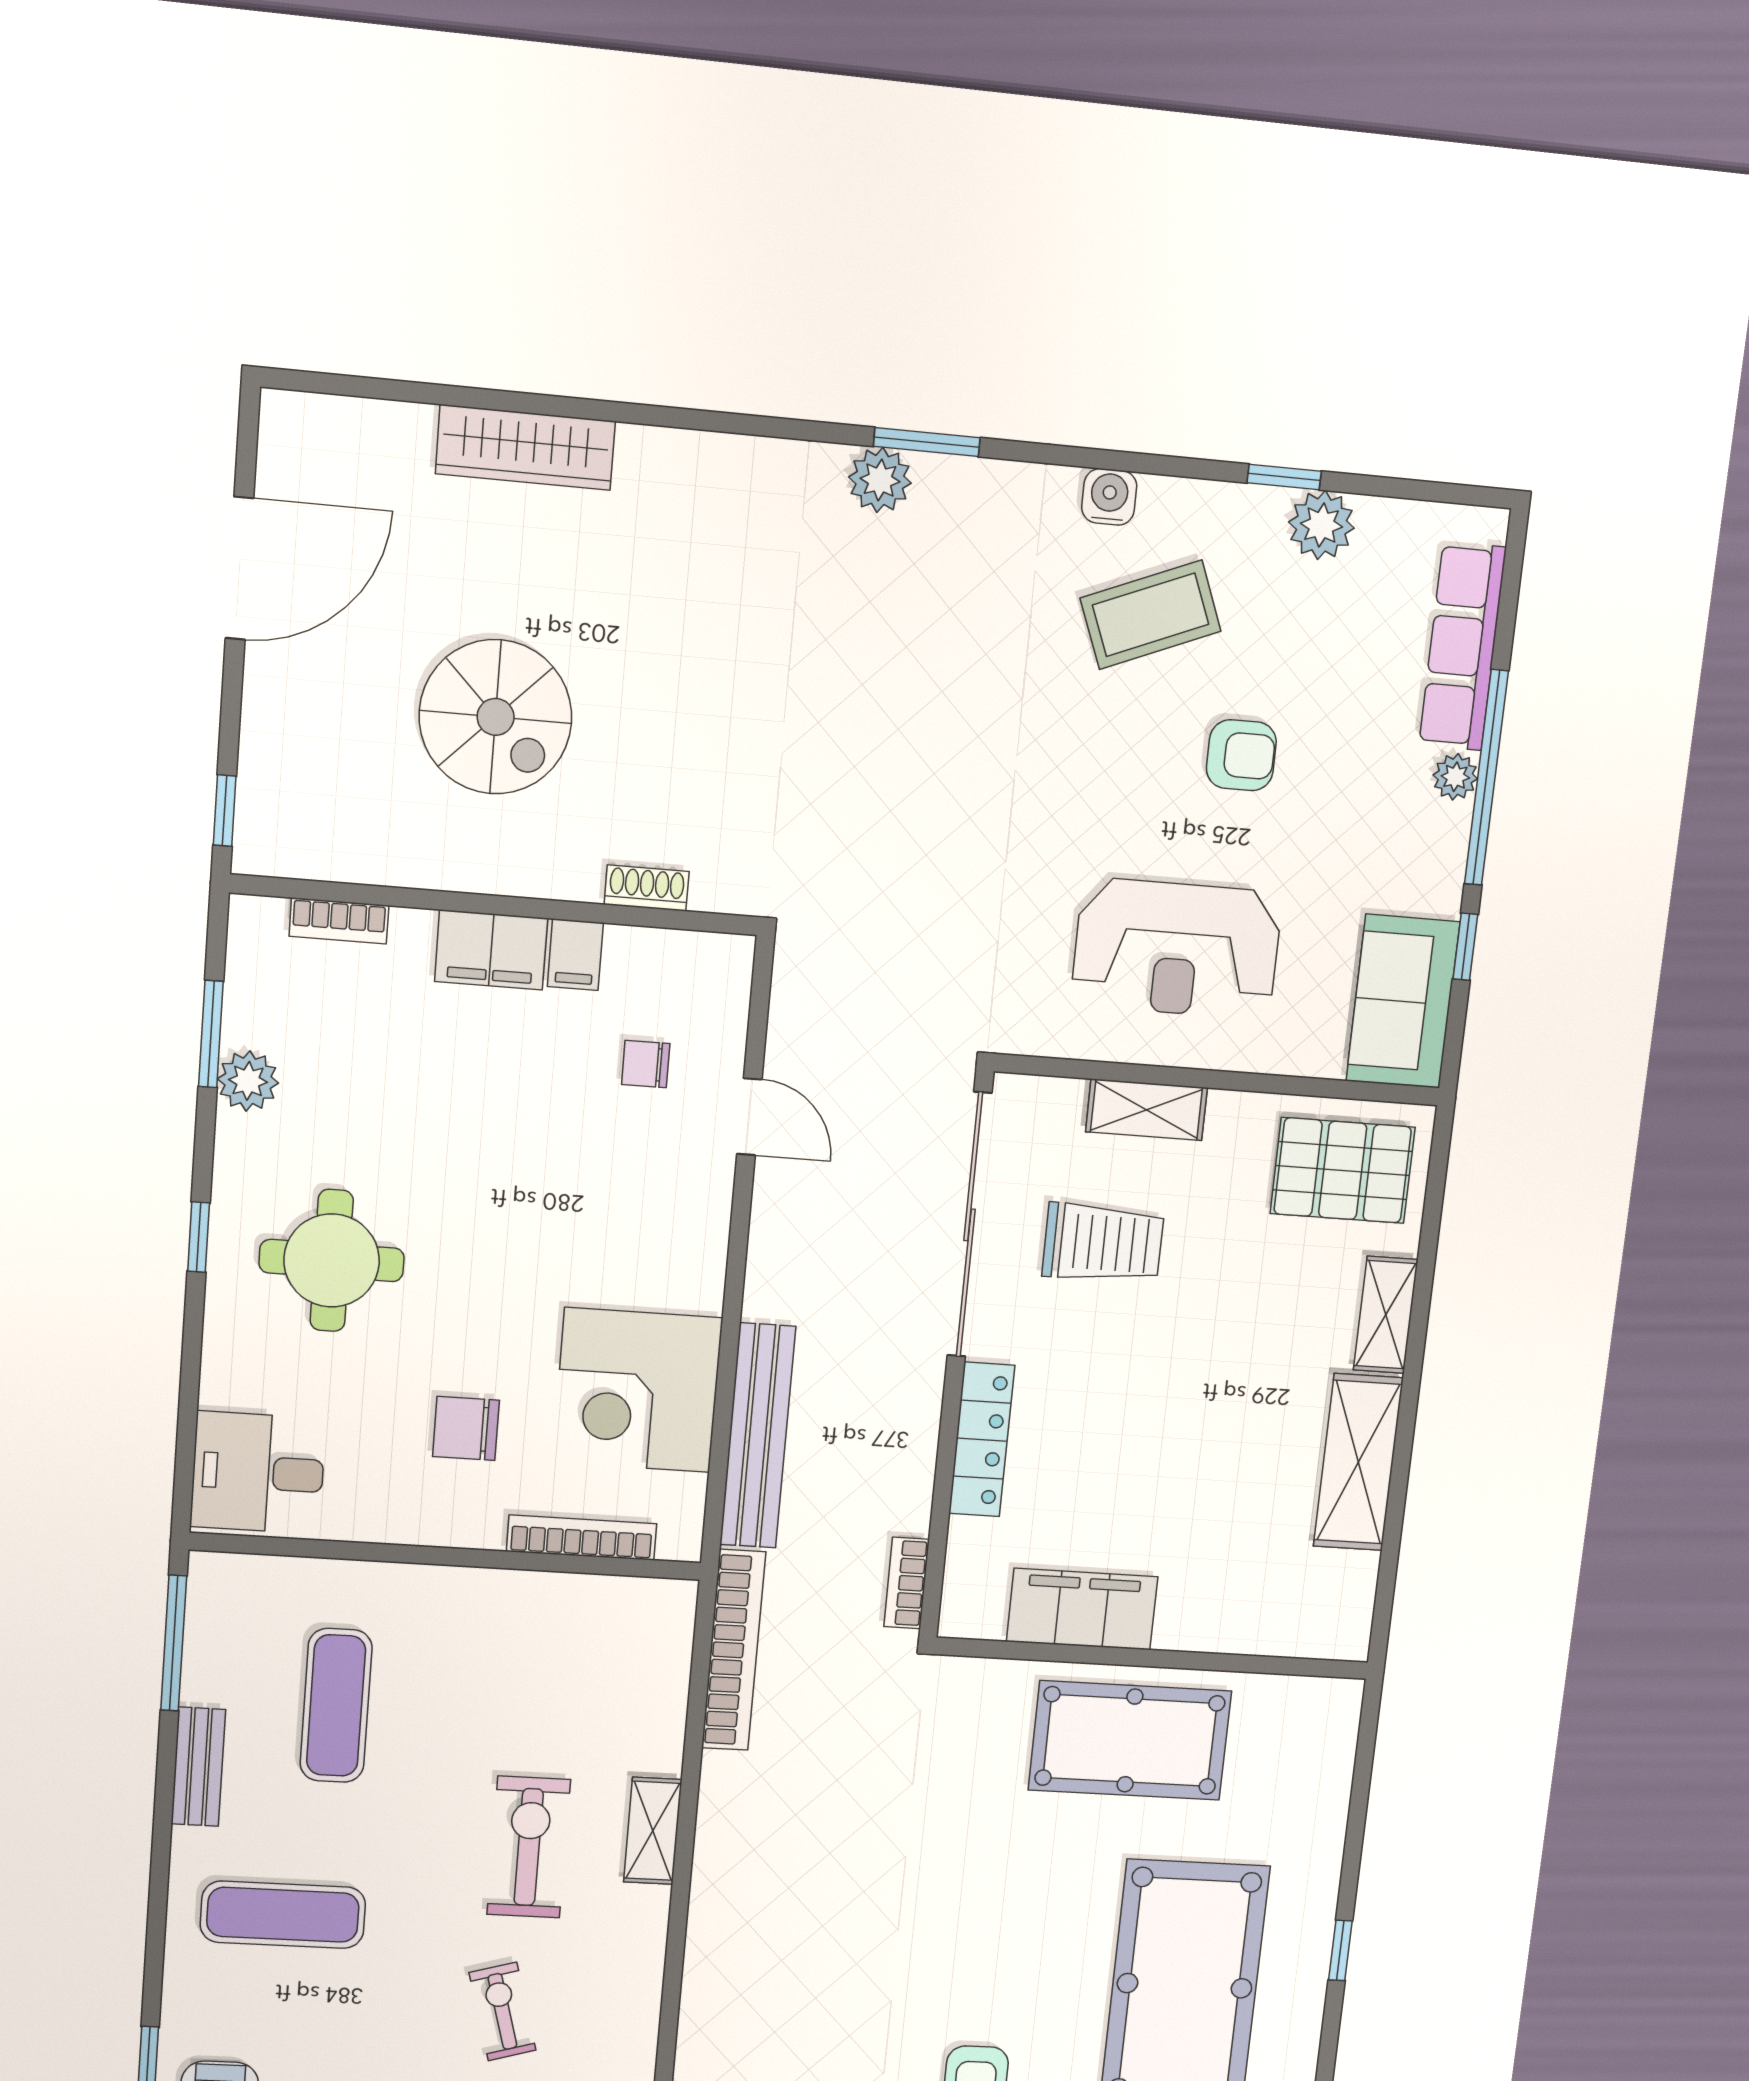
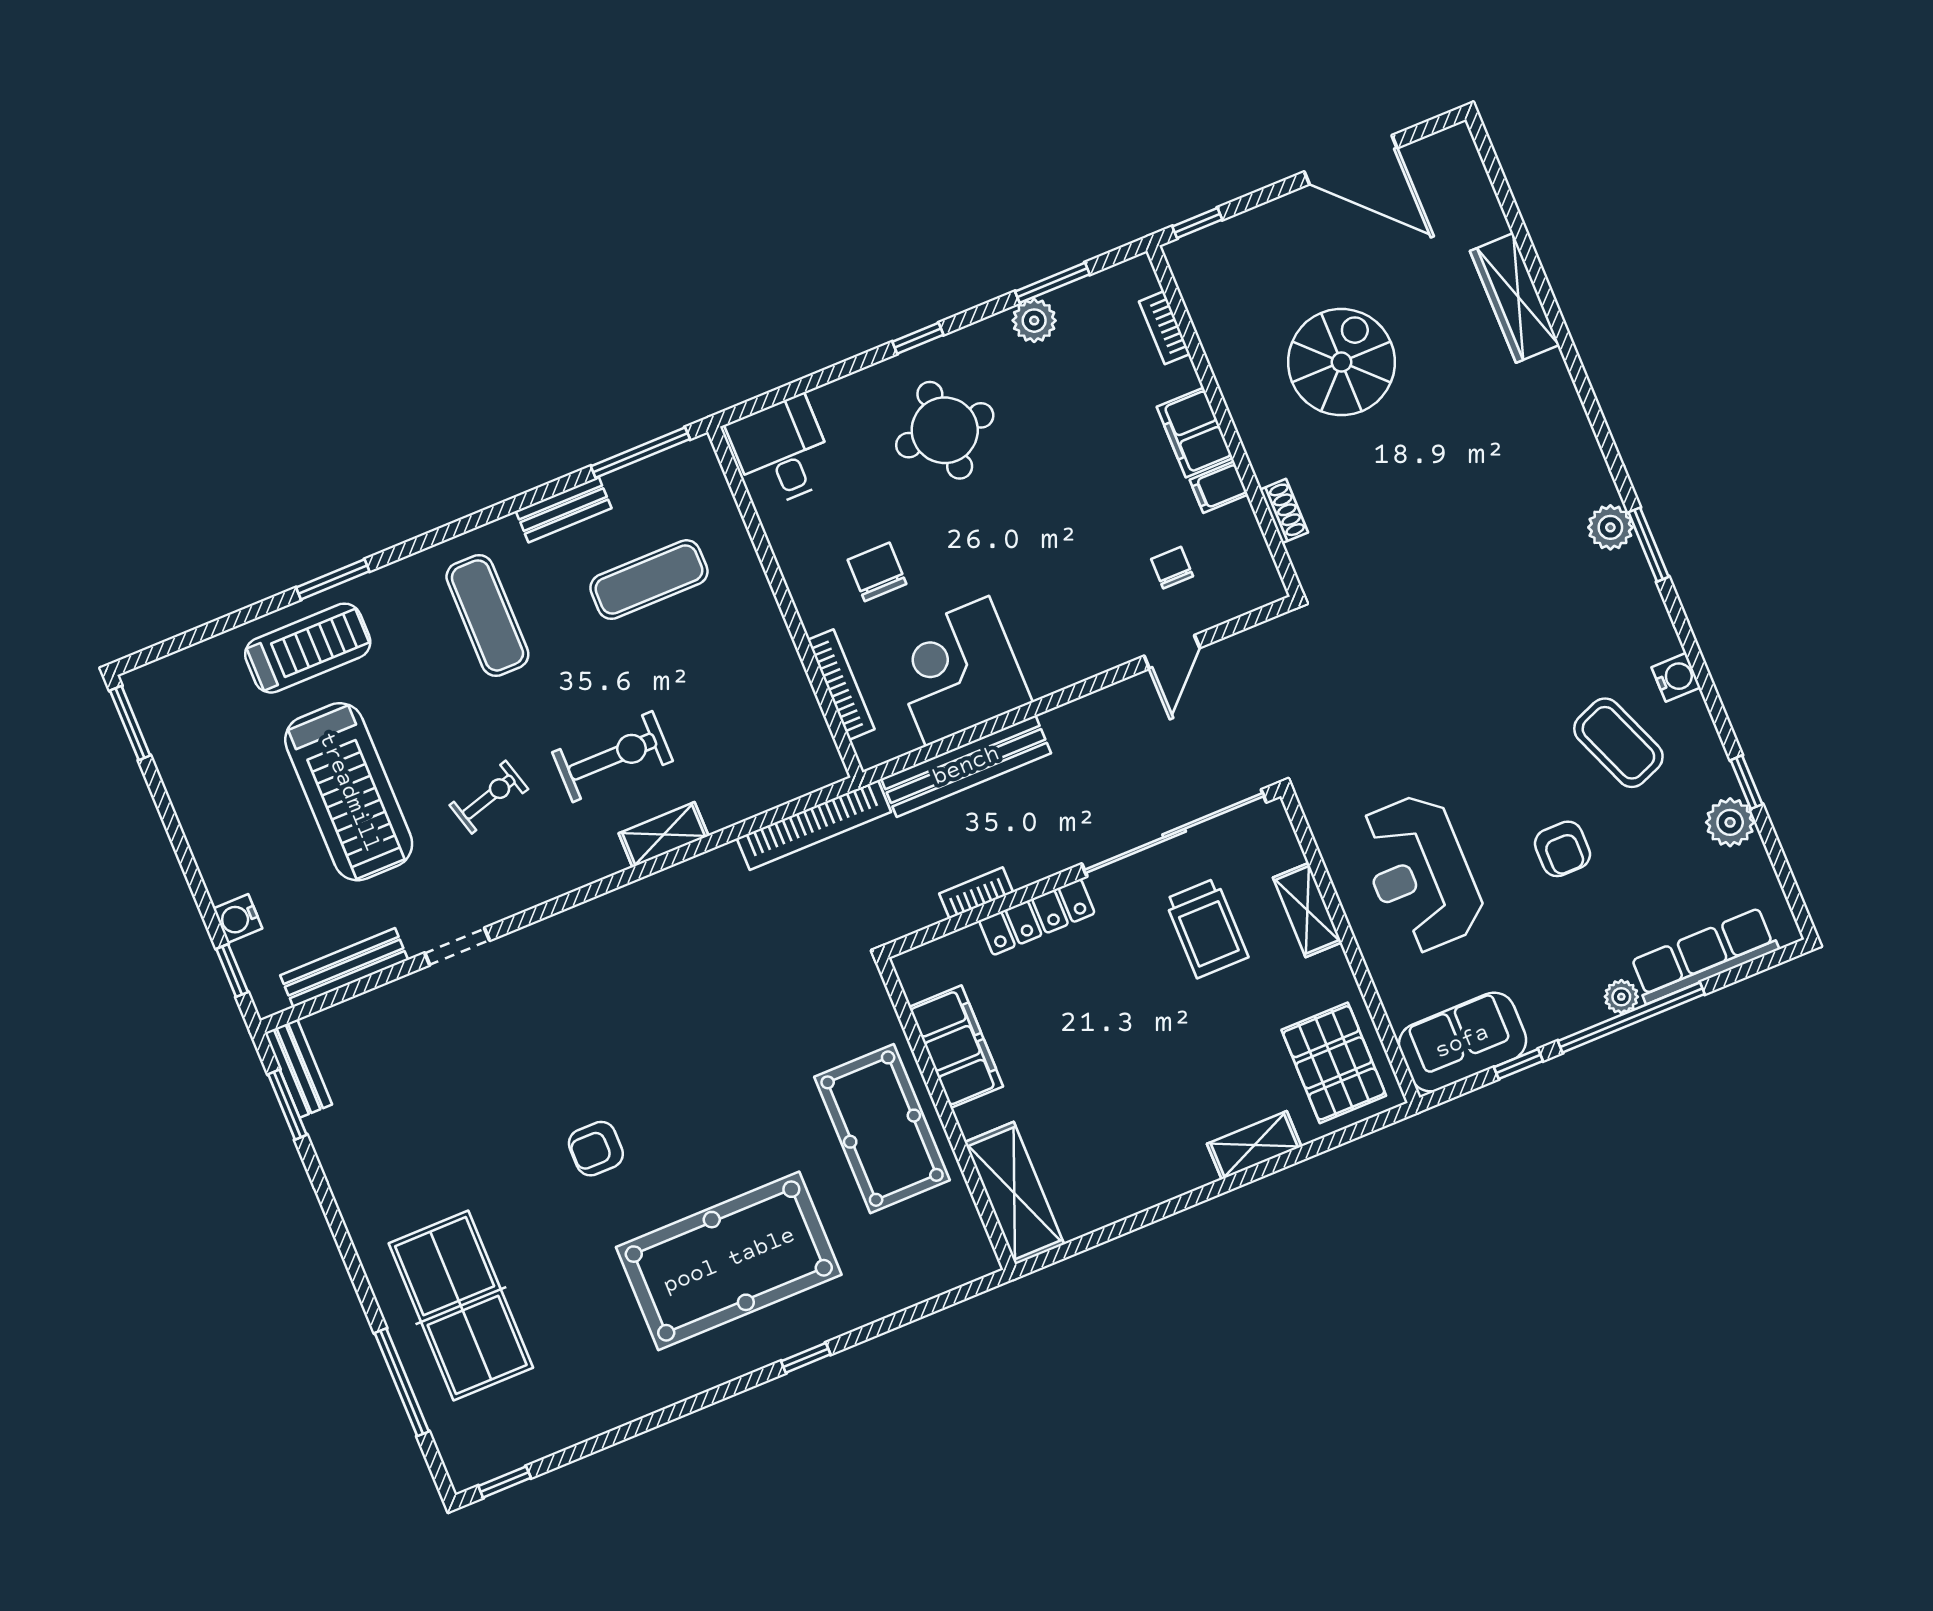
spiral stairs: (496, 717) -> (1341, 362), turned 180
shelving: (1358, 1462) -> (1014, 1193), moved, turned 90
bookcase: (907, 1583) -> (976, 893), moved

